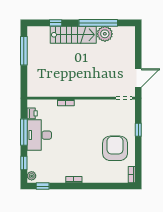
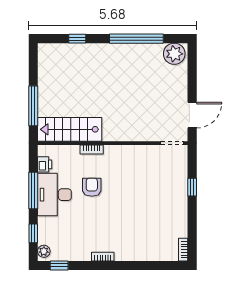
plant: (105, 34) -> (174, 54), moved
stairs: (73, 35) -> (70, 129), moved, turned 180
window: (24, 51) -> (33, 106), moved
armchair: (115, 148) -> (92, 187), moved, width x0.53, depth x0.53

